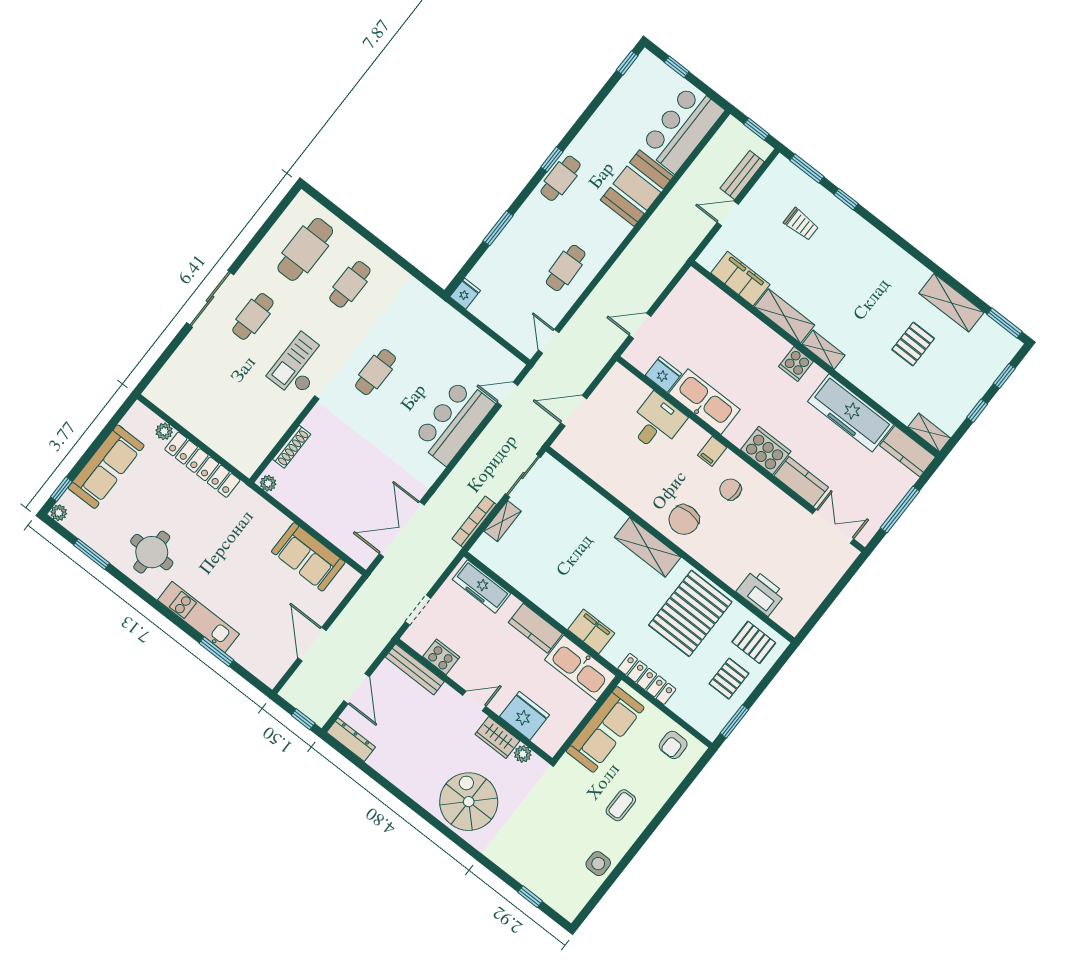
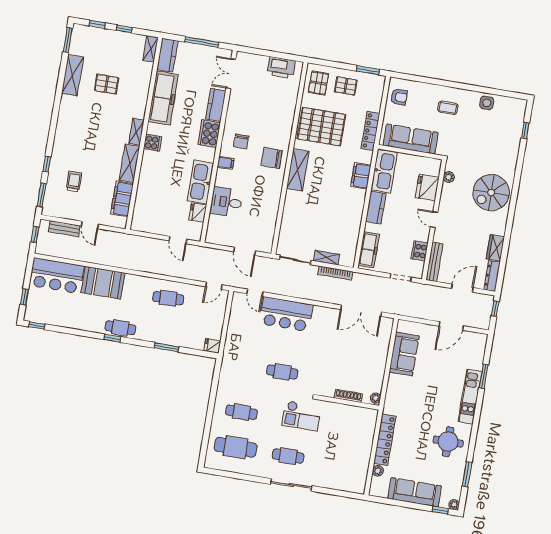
chair: (684, 520) -> (272, 158), turned 180
printer: (761, 593) -> (281, 67), moved, turned -90
wardrobe: (497, 738) -> (495, 248), moved, turned 180

